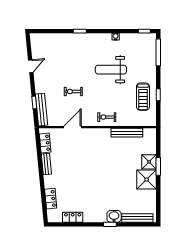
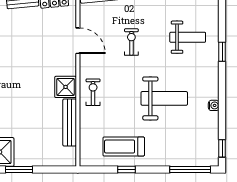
weight bench: (70, 54) -> (188, 37), added
weight bench: (111, 70) -> (164, 98), turned 90
shower: (149, 162) -> (66, 87), moved

